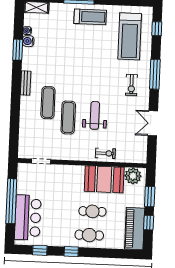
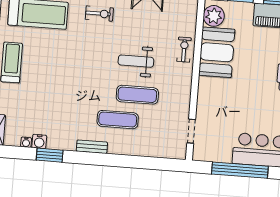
cafe table: (92, 211) -> (257, 69), removed

